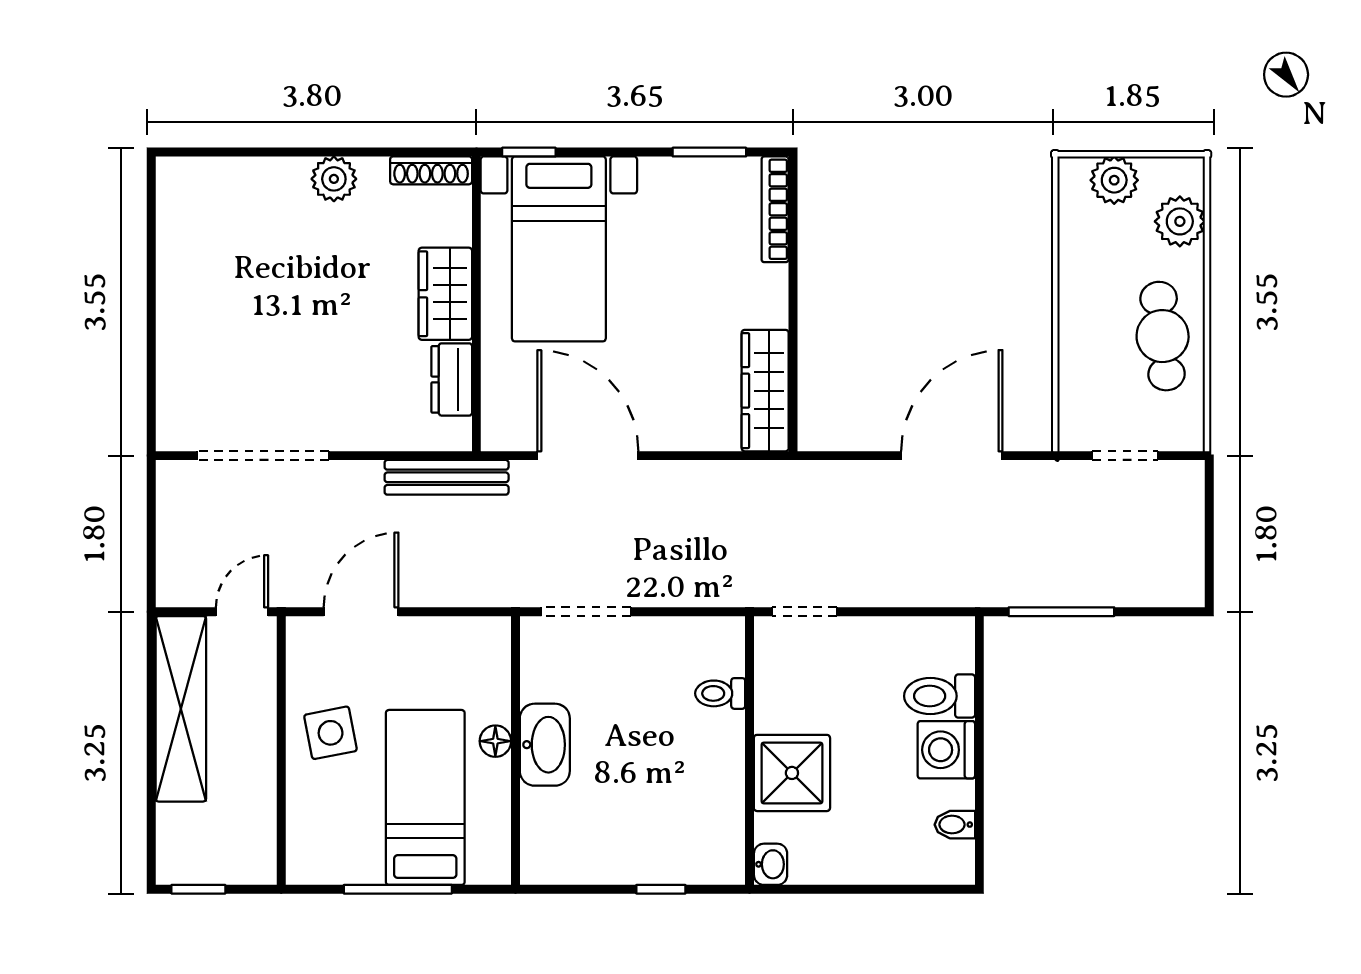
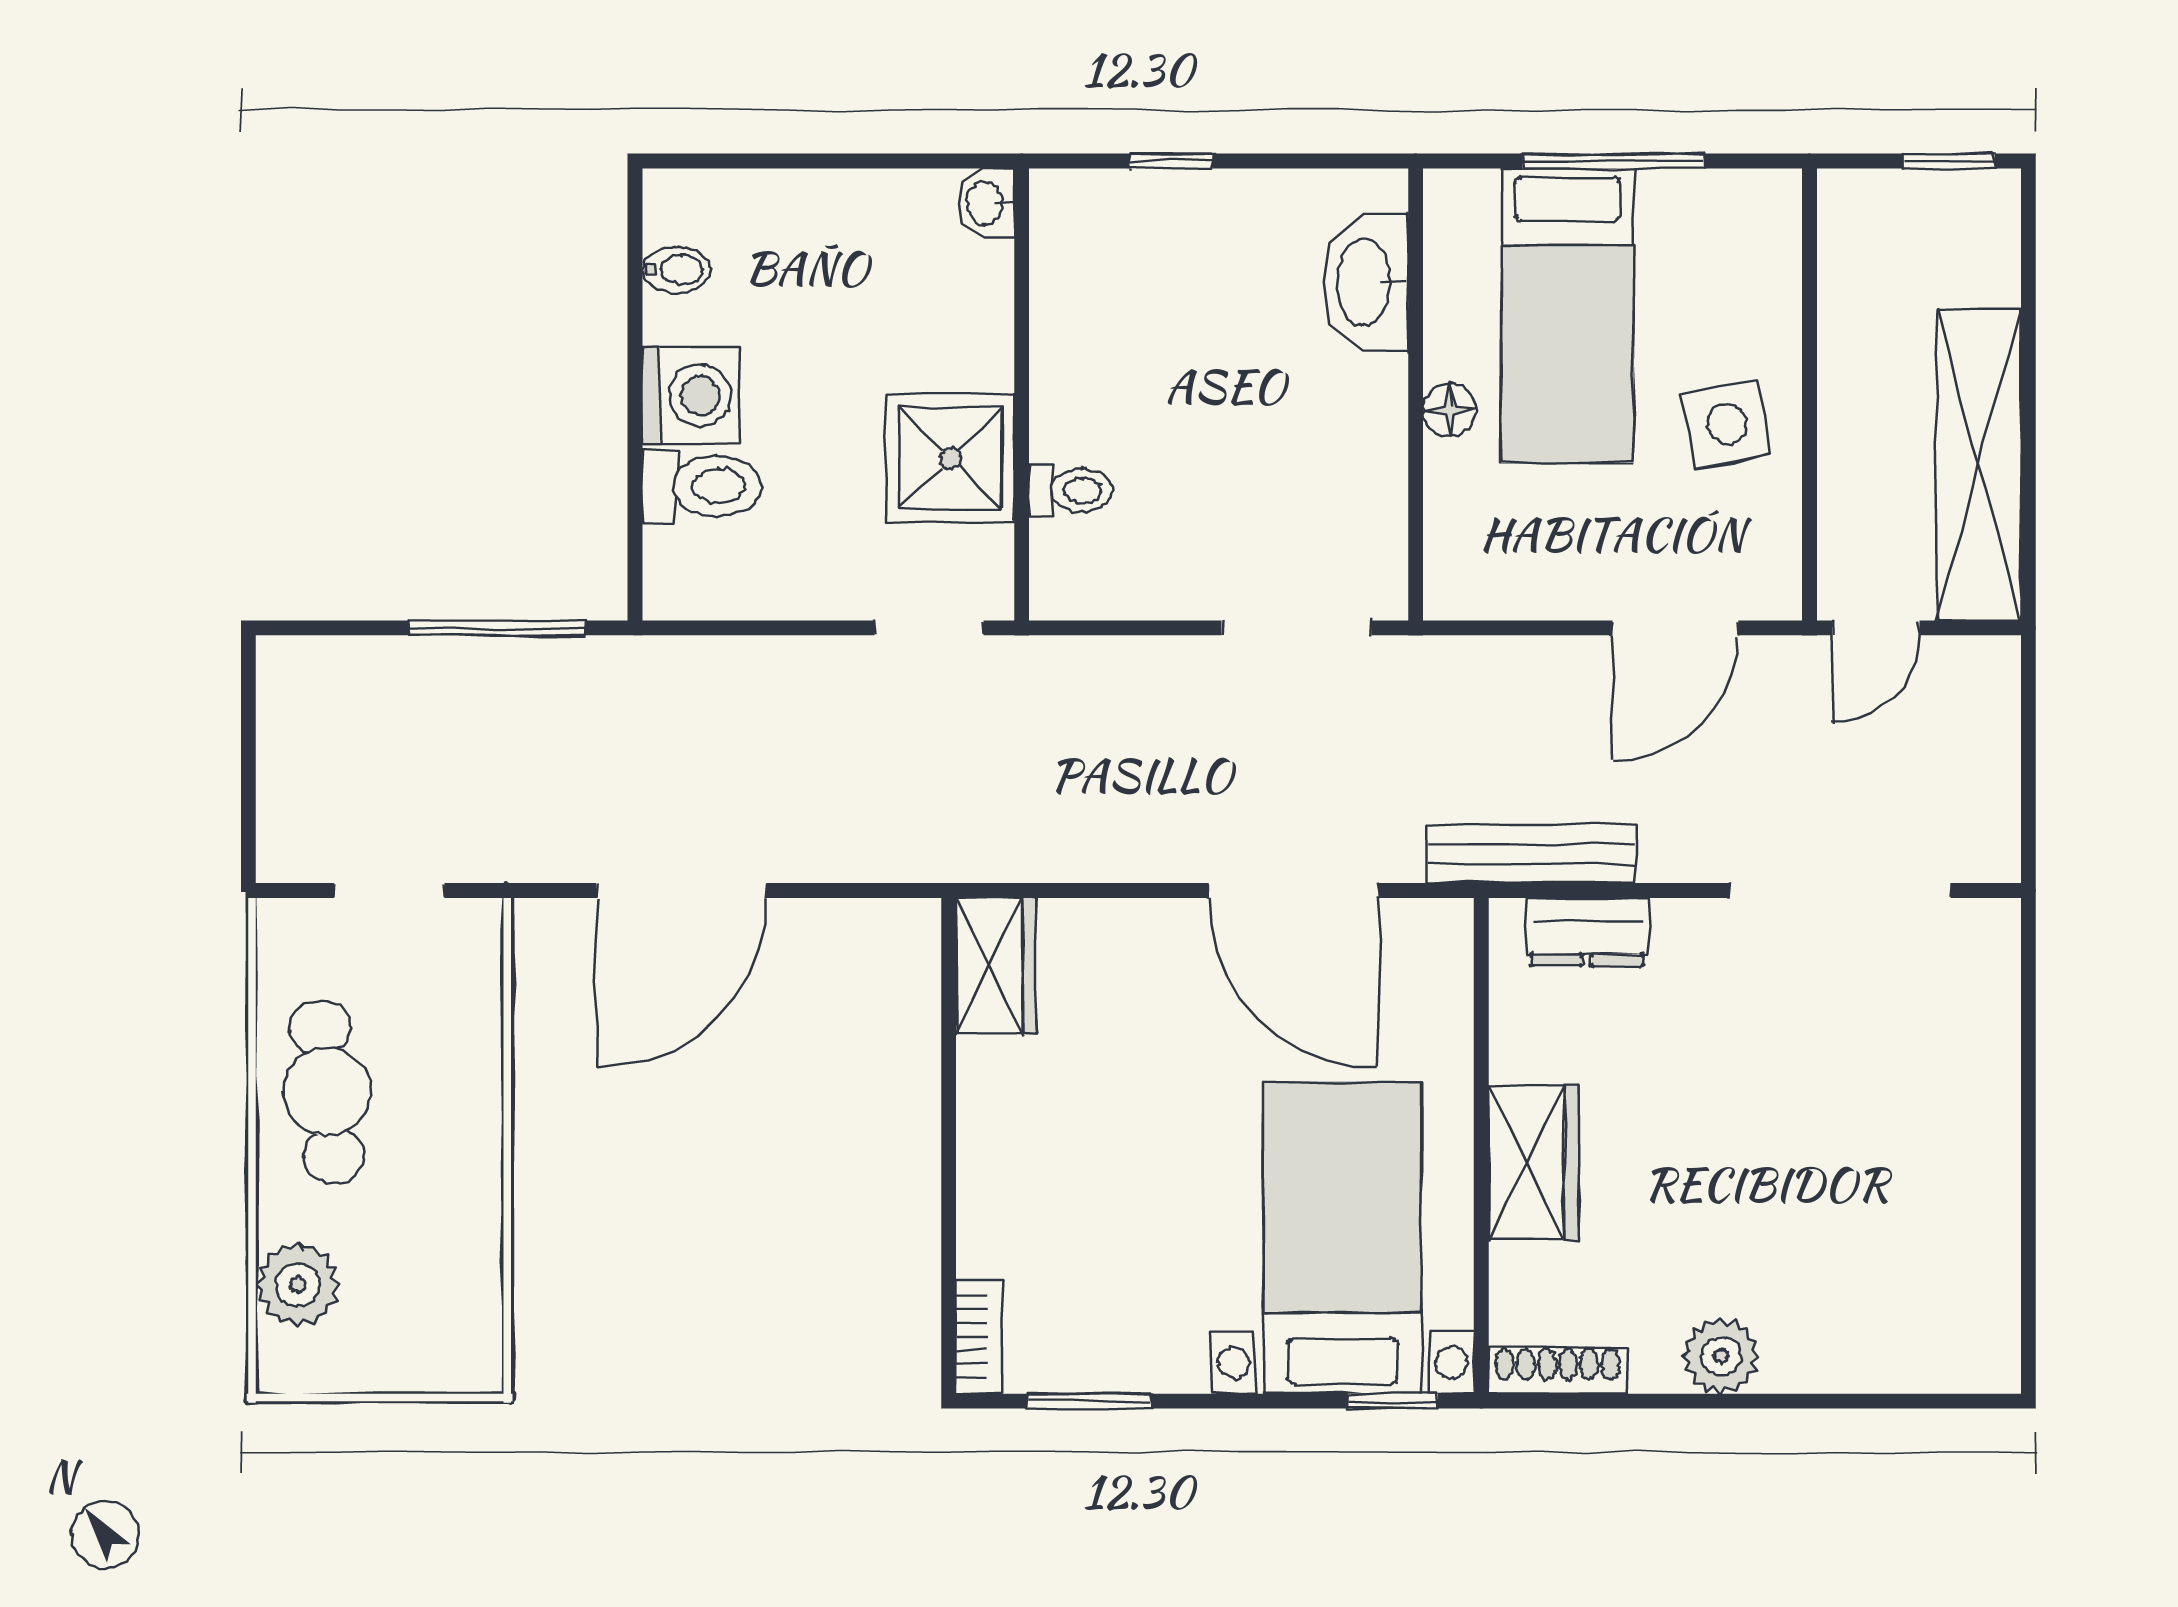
plant: (1114, 180) -> (408, 1354), removed
bookcase: (775, 209) -> (979, 1337), width x0.64
dresser: (452, 379) -> (1587, 932), moved, turned 90
wardrobe: (765, 391) -> (995, 966), width x0.67
washbasin: (545, 745) -> (1366, 282), moved
shower: (792, 773) -> (950, 458), moved

